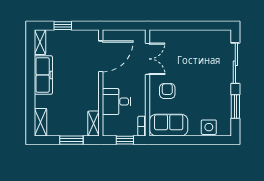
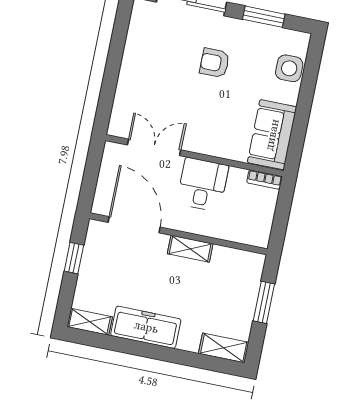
window: (63, 26) -> (74, 258), moved
armchair: (167, 91) -> (215, 63), moved
desk: (116, 102) -> (203, 185), moved, turned 180
shelving: (94, 123) -> (190, 249), moved
window: (125, 140) -> (282, 213), removed

